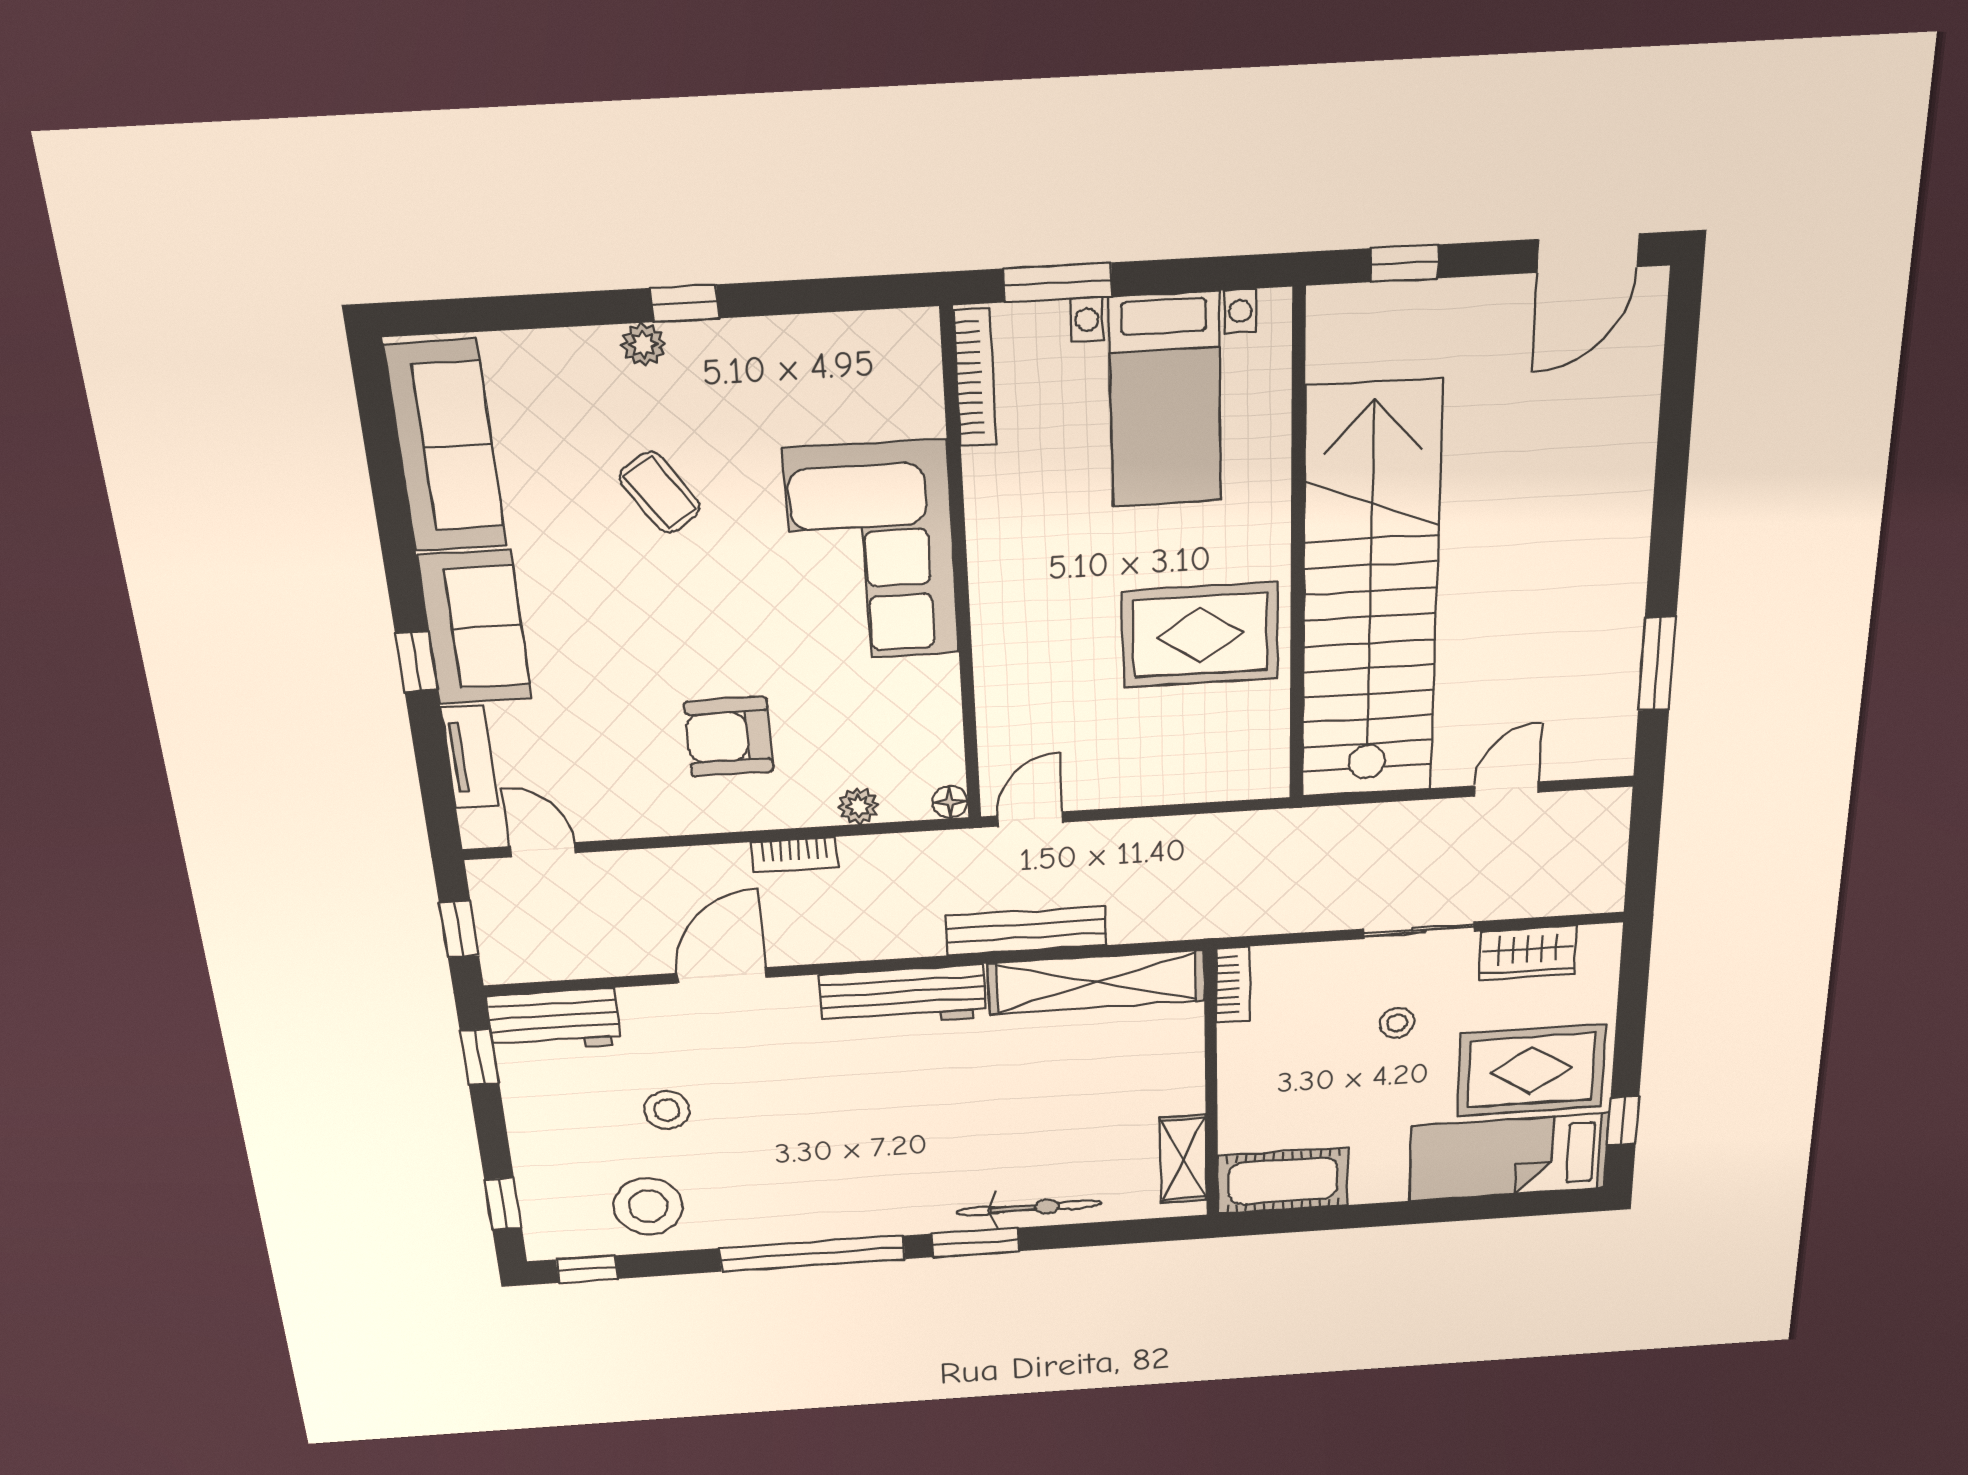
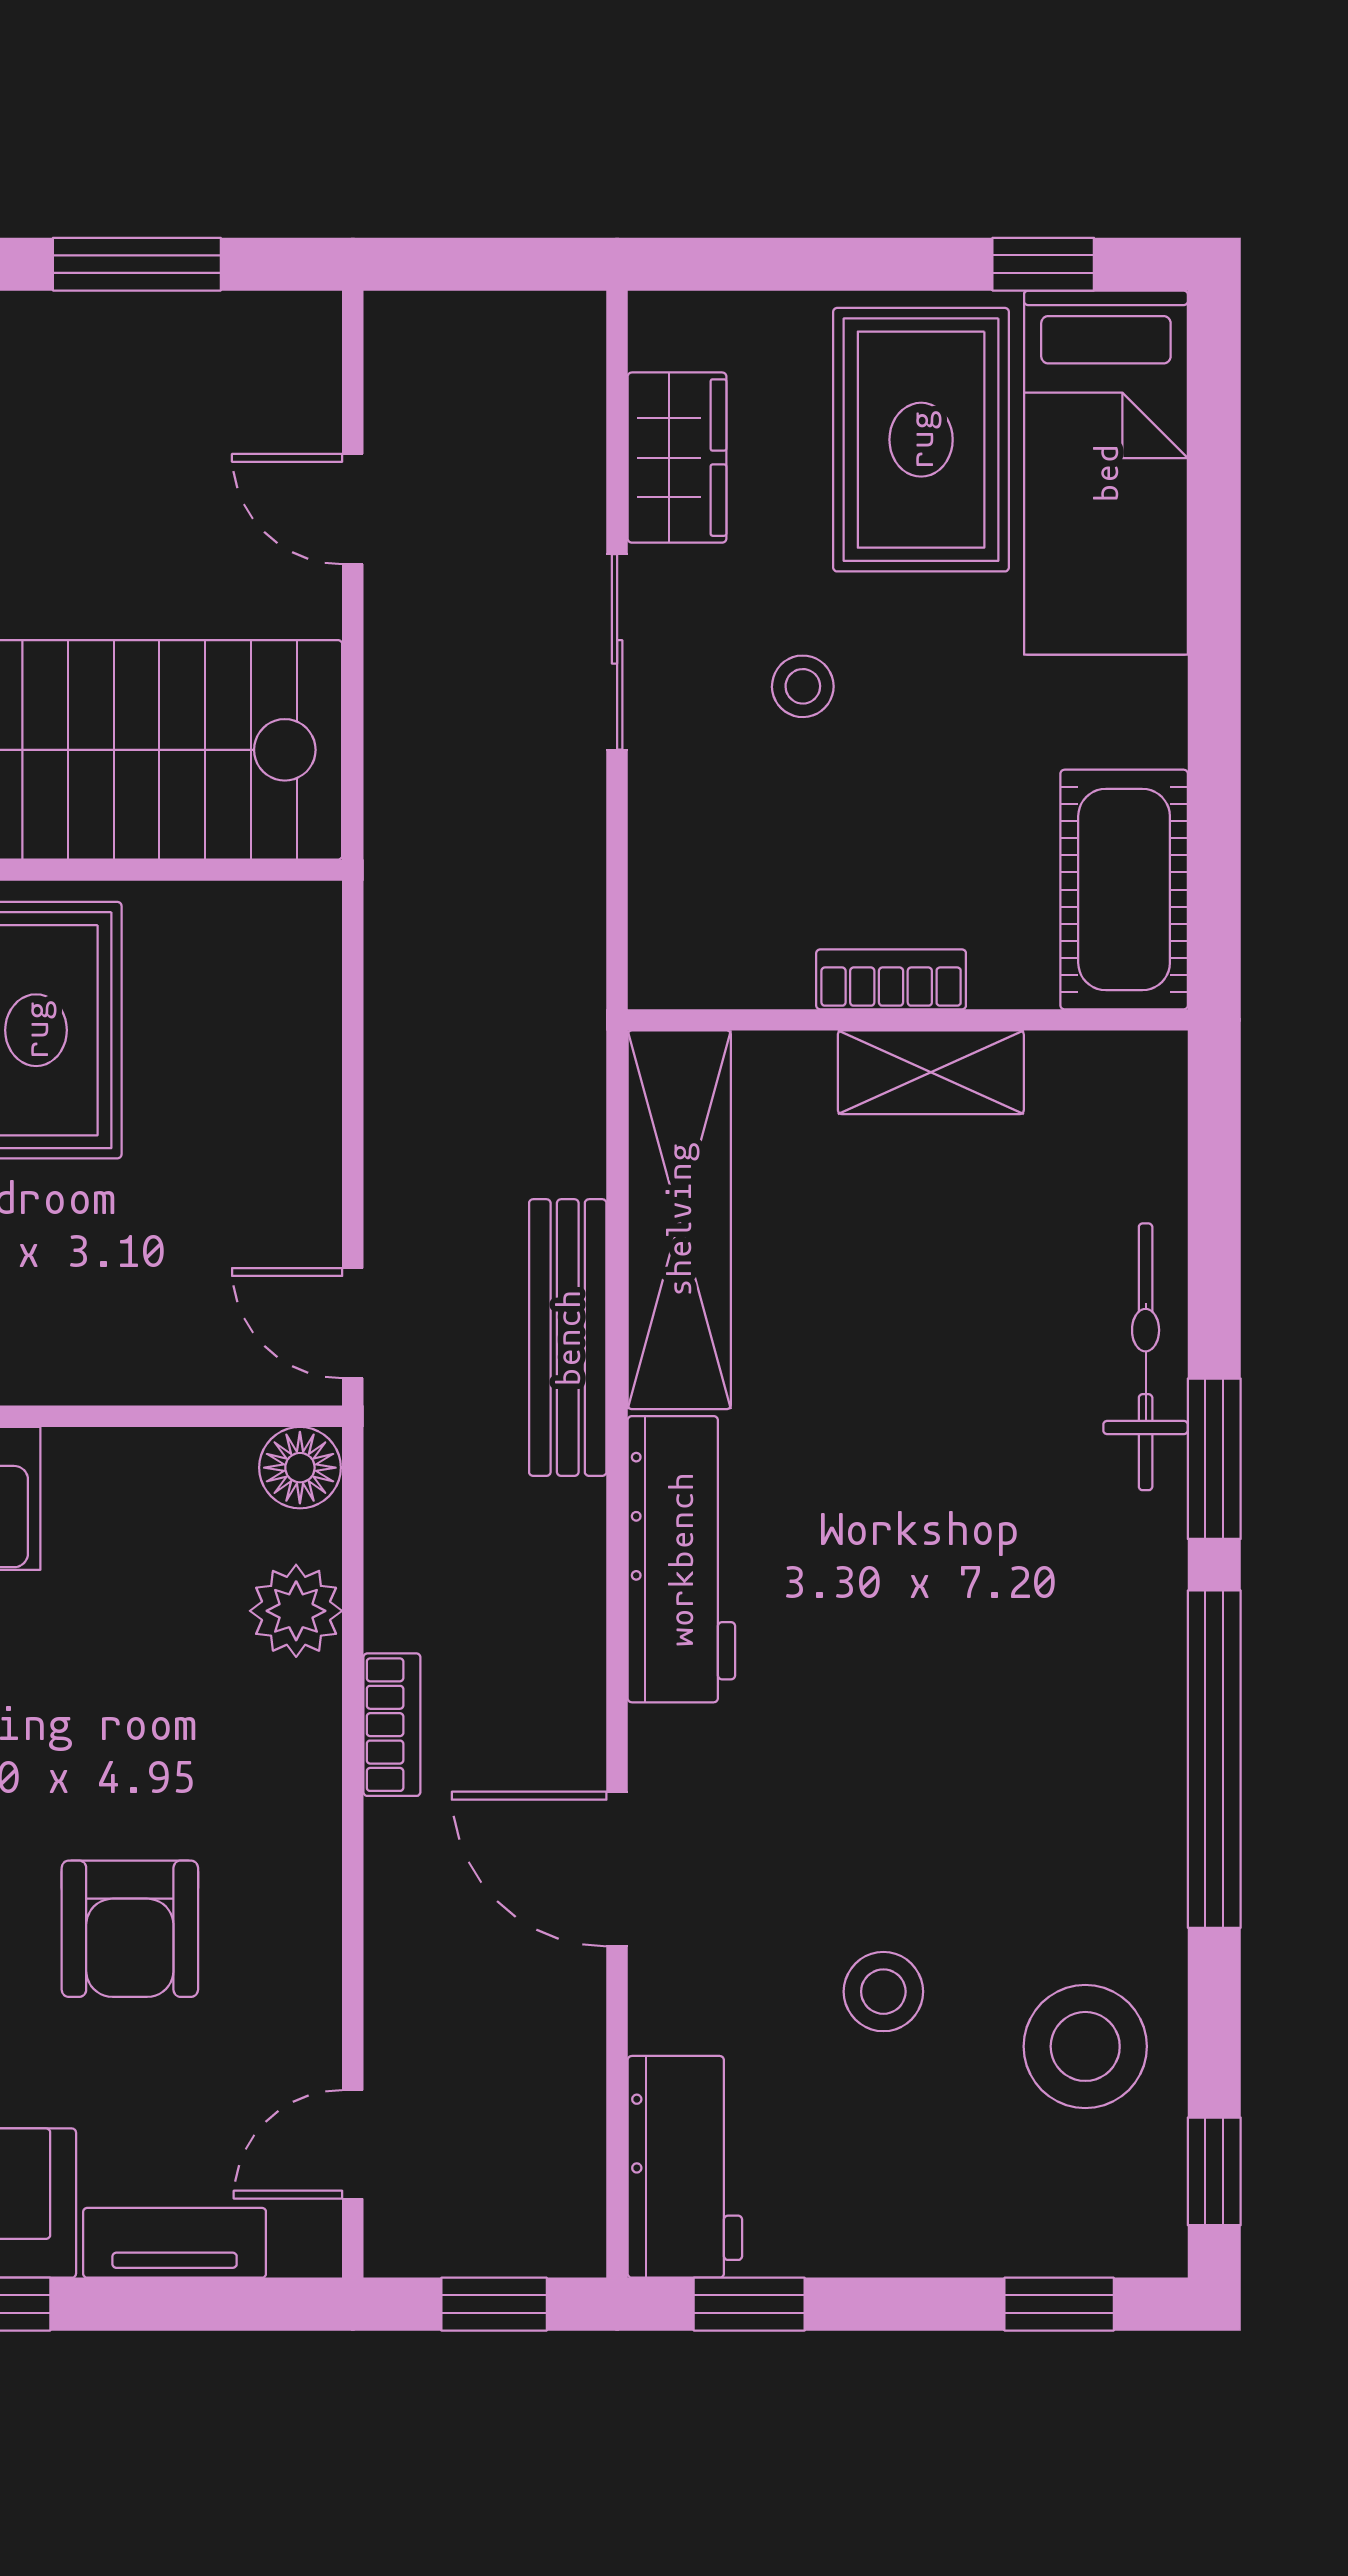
armchair: (729, 737) -> (130, 1929), moved
floor lamp: (950, 802) -> (300, 1468), width x1.37, depth x1.37
plant: (858, 806) -> (296, 1611), width x1.38, depth x1.38
bookcase: (1233, 985) -> (891, 979), moved
shelving: (1183, 1159) -> (931, 1072), moved

